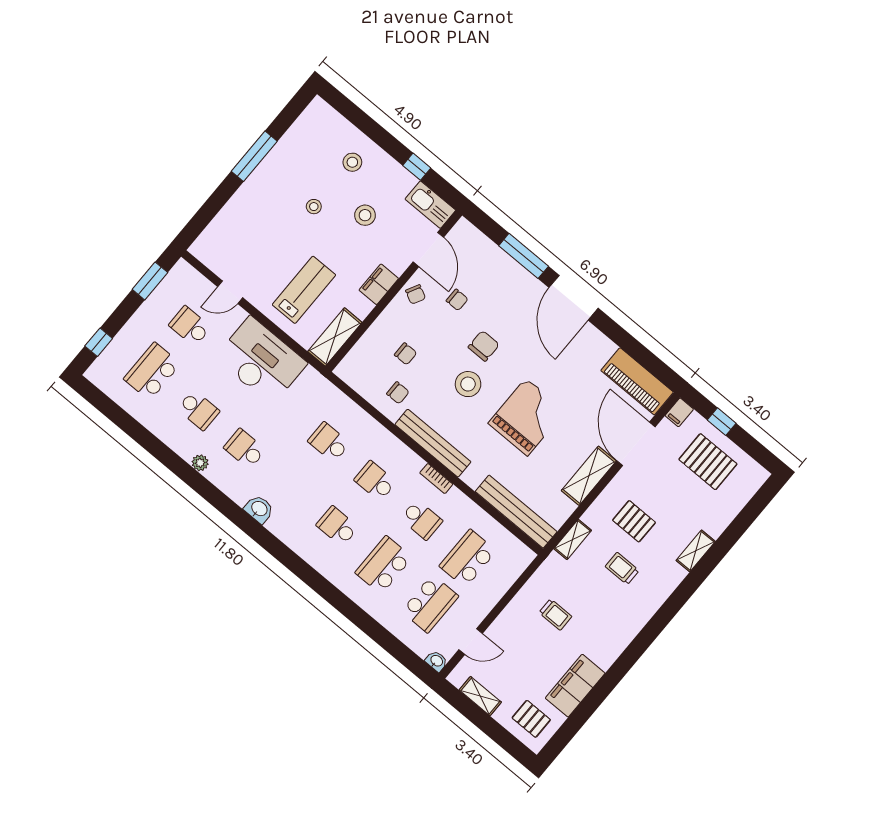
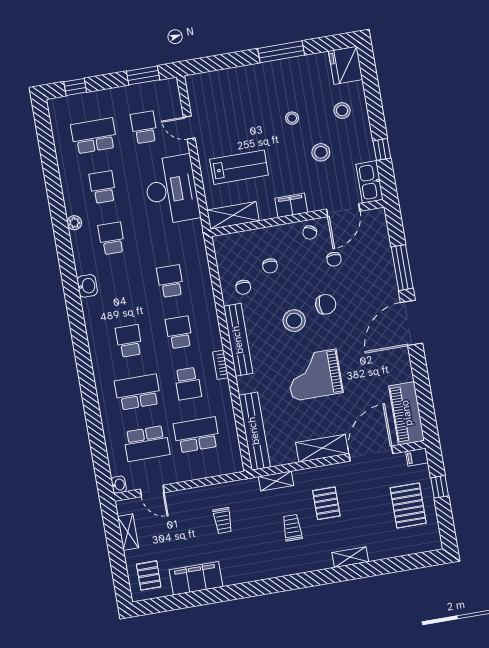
fridge: (321, 120) -> (346, 65), added
school desk: (198, 410) -> (103, 187), turned 180
grand piano: (527, 417) -> (314, 375), turned 180

